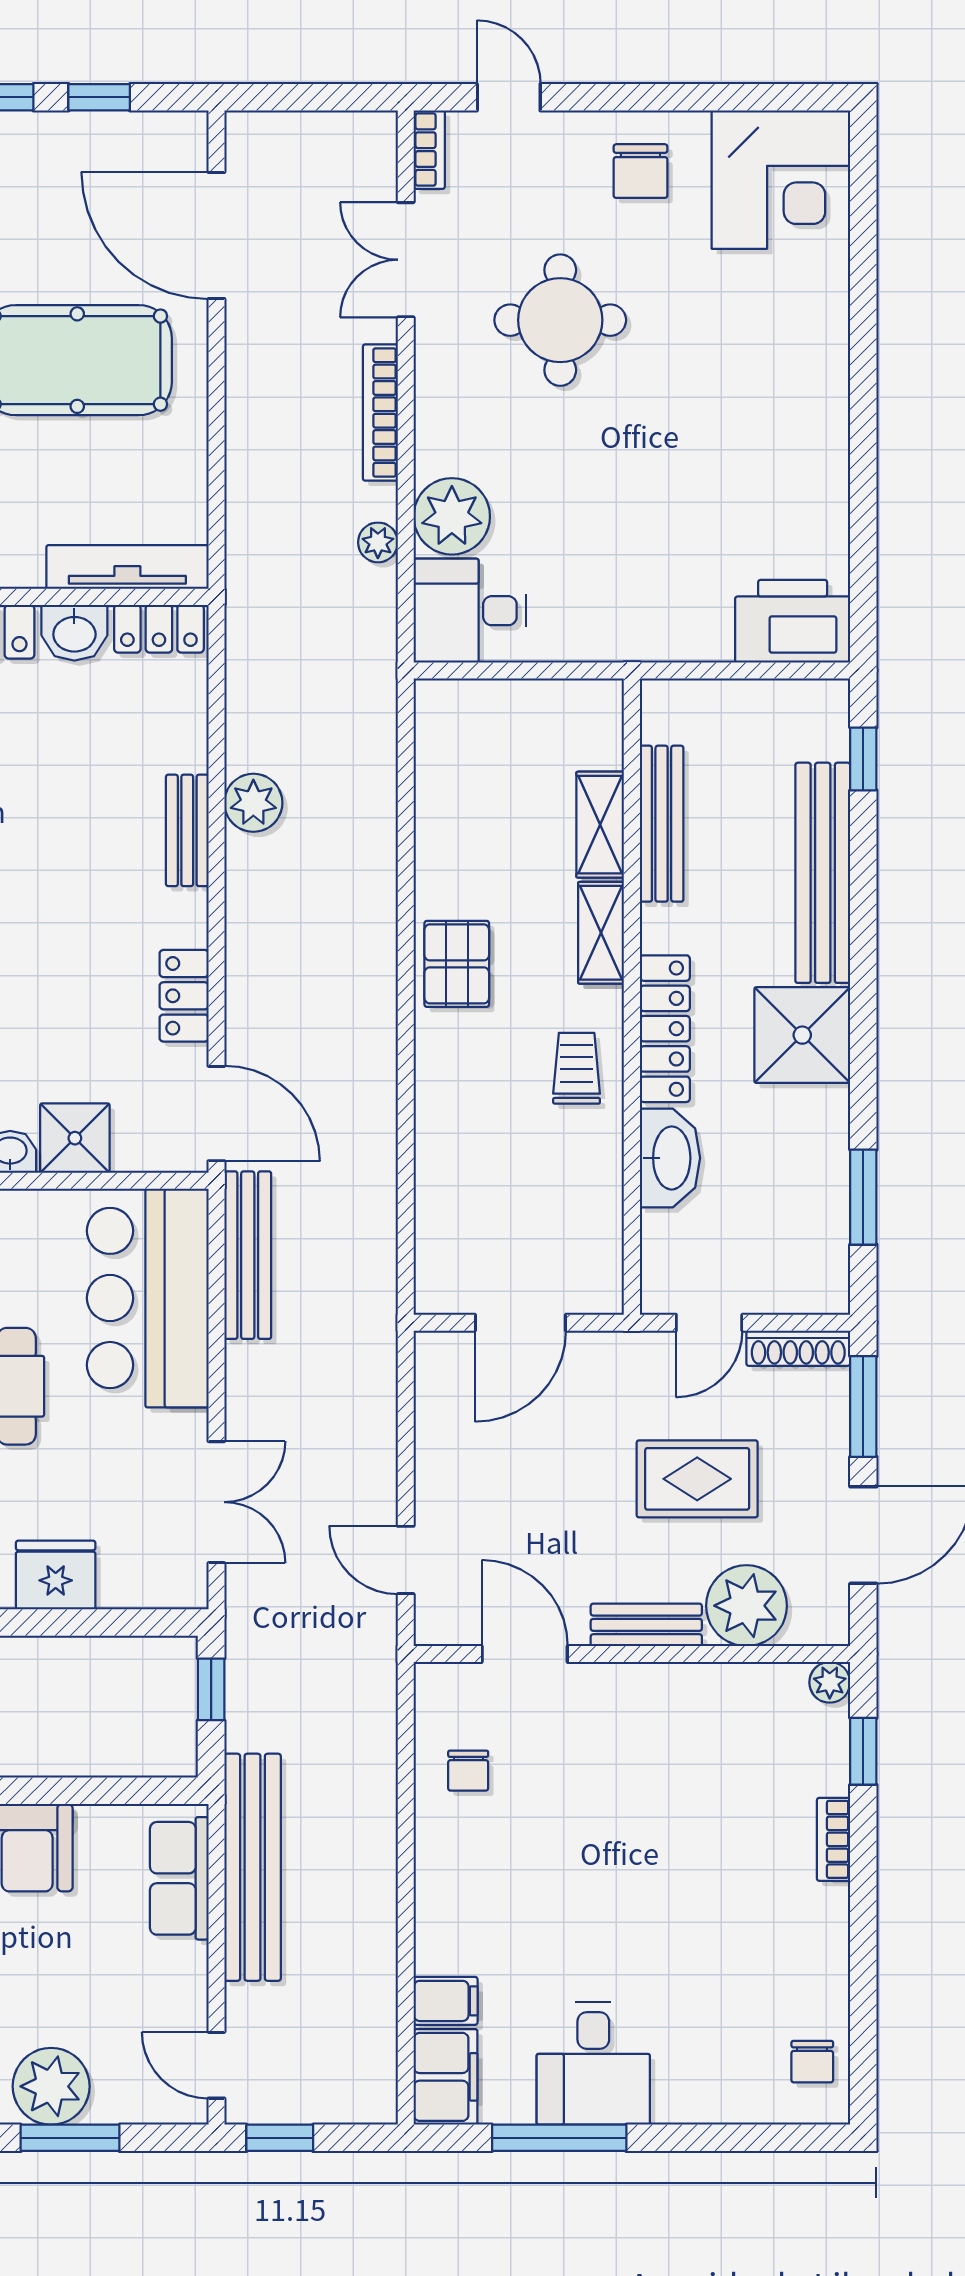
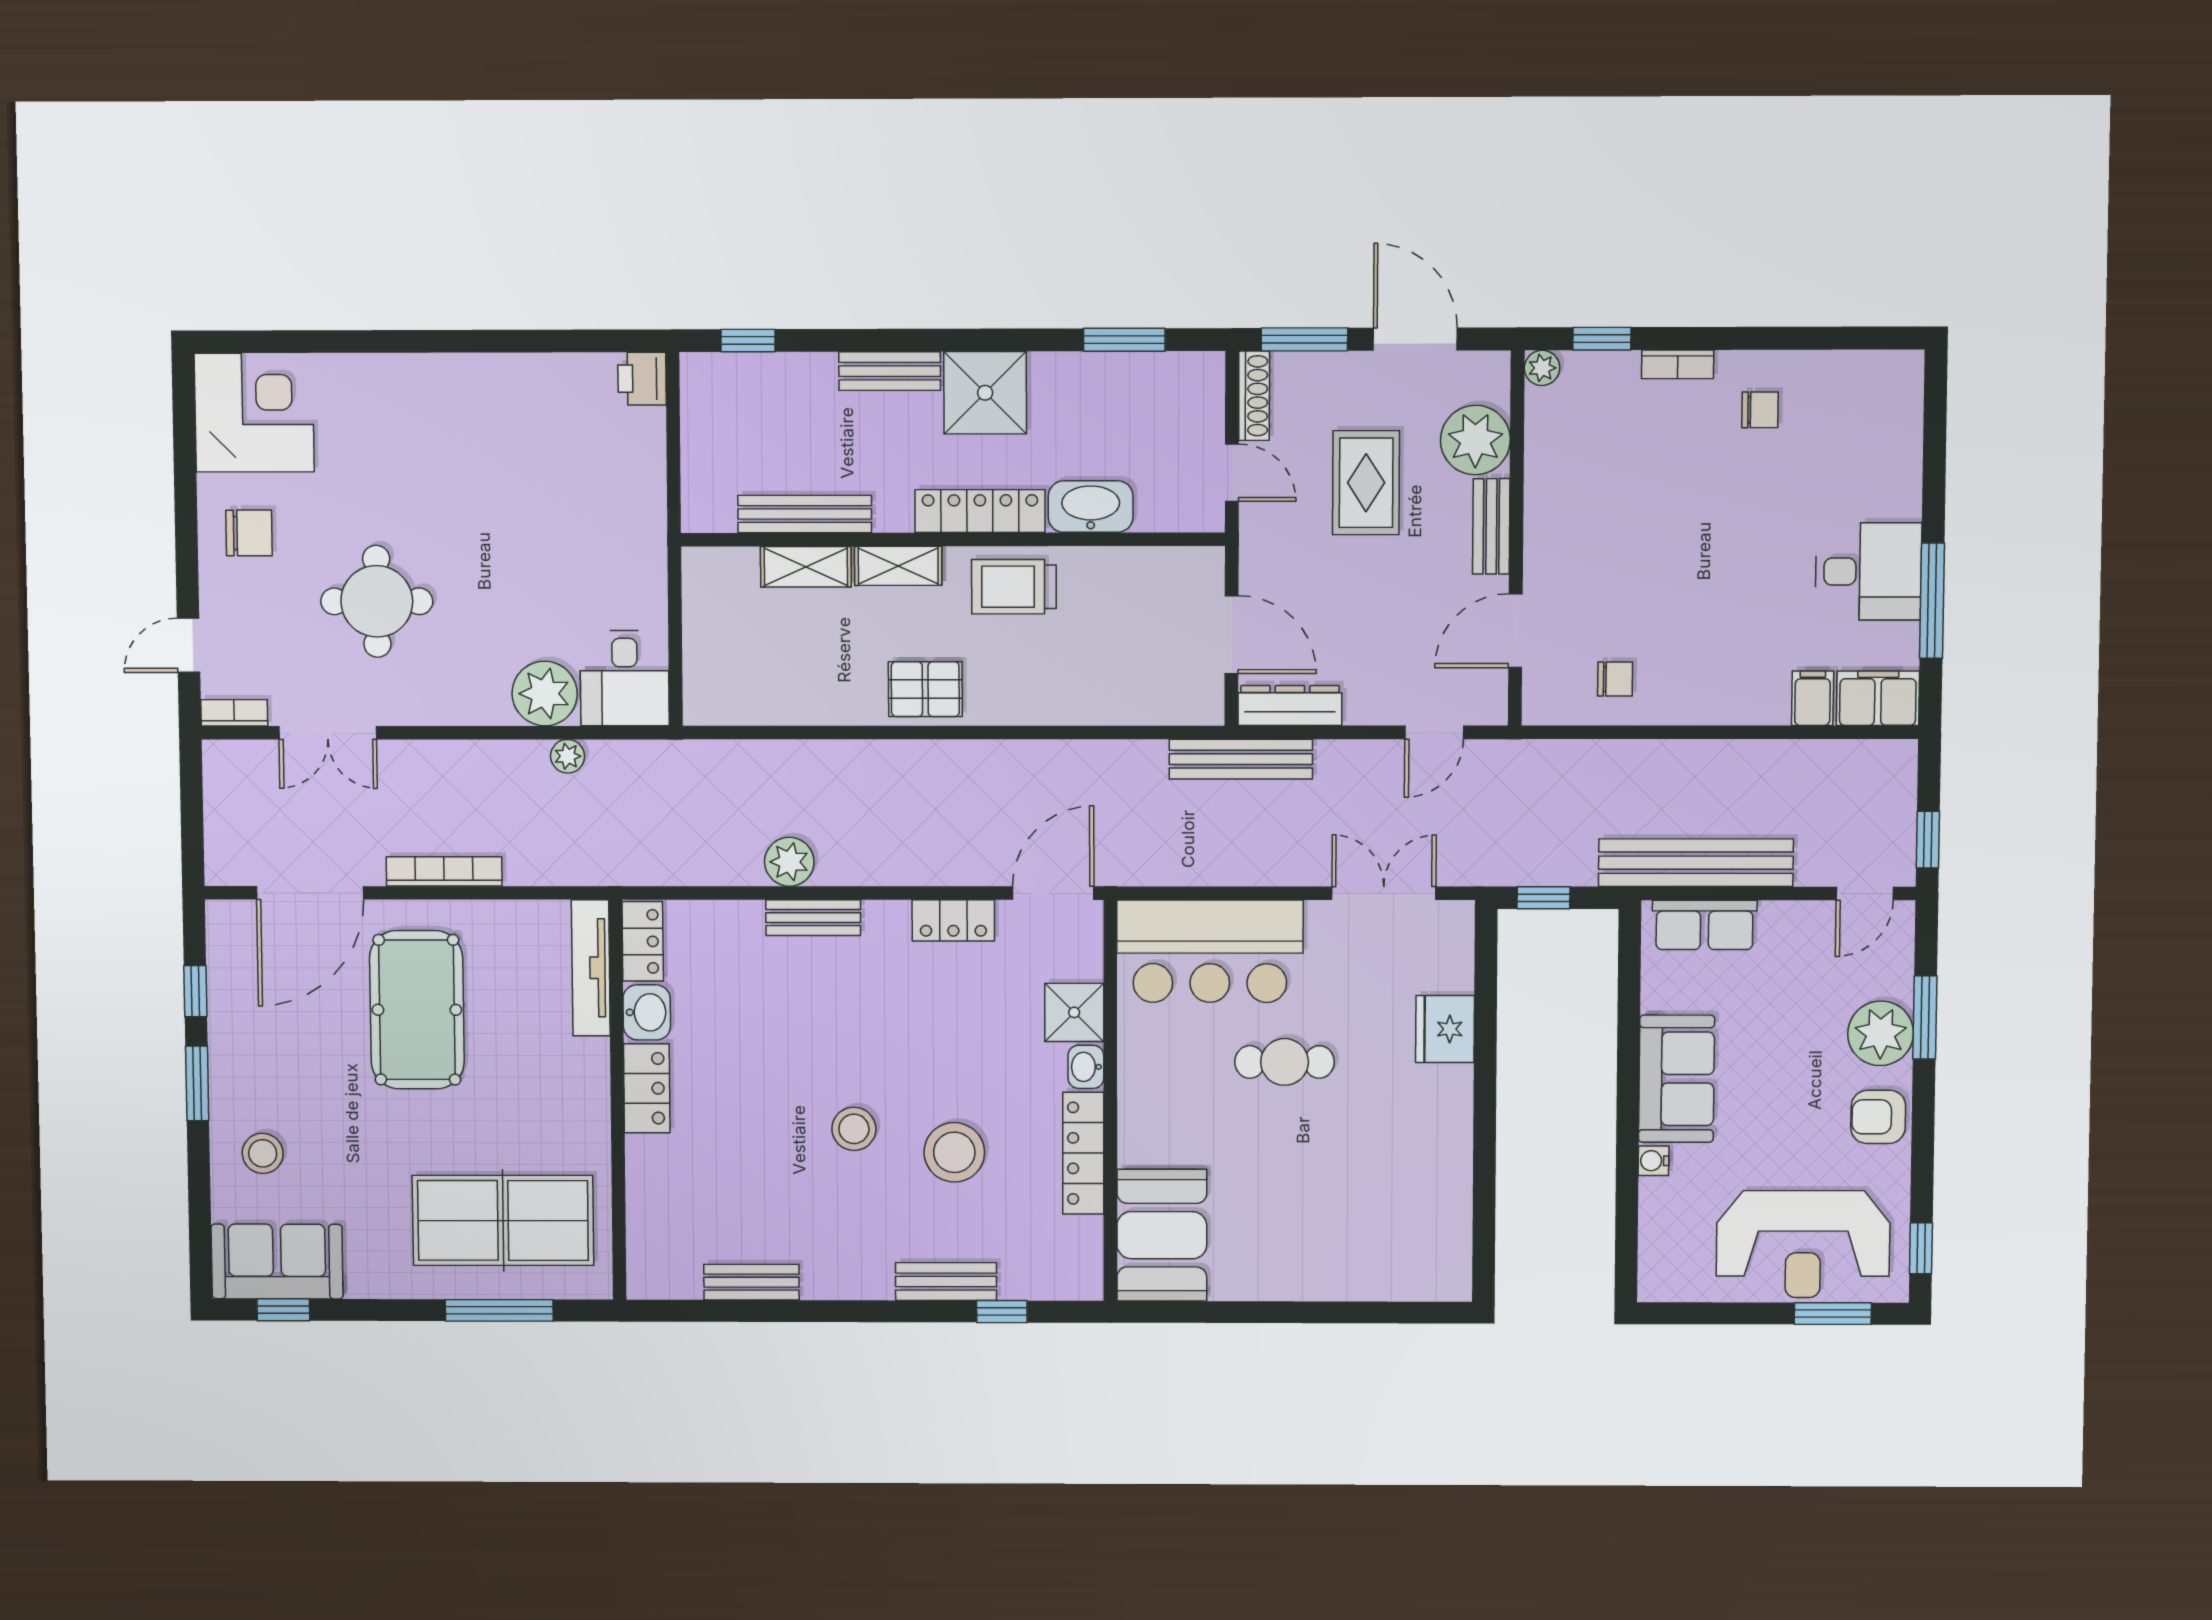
bookcase: (380, 413) -> (444, 871), moved, turned 180
printer: (793, 621) -> (642, 379), width x0.53, depth x0.68
bench: (823, 873) -> (890, 371), width x0.54, depth x0.82
trolley: (577, 1068) -> (1014, 587), width x1.36, depth x1.39
bench: (248, 1255) -> (1241, 759), moved
dresser: (437, 1391) -> (1290, 706), added
chair: (812, 2062) -> (1760, 410), moved

